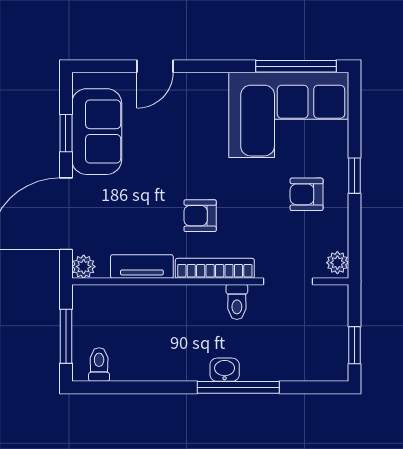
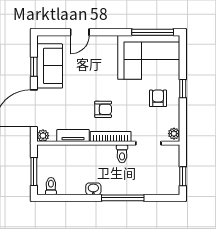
armchair: (307, 194) -> (158, 98), turned 90
armchair: (200, 216) -> (103, 109), turned 180
washbasin: (225, 370) -> (93, 189), moved

